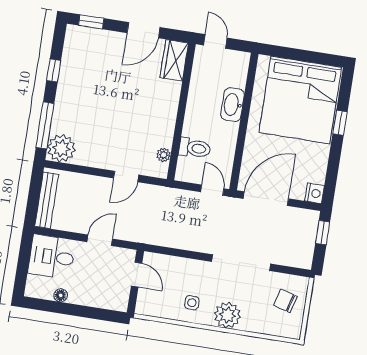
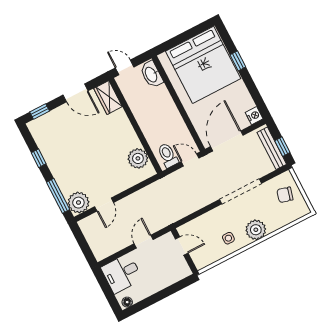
door: (144, 30) -> (76, 93), hinge flipped
washbasin: (233, 105) -> (151, 74), moved
toilet: (195, 148) -> (168, 155), moved, turned -90
plant: (164, 155) -> (138, 158), width x1.88, depth x1.88
door: (126, 177) -> (104, 205), moved
bench: (47, 200) -> (272, 148), moved
window: (323, 233) -> (282, 147), moved
floor lamp: (61, 295) -> (127, 302), moved

